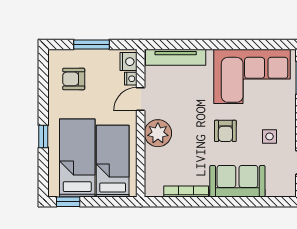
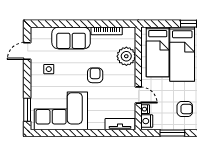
tv unit: (176, 57) -> (120, 124), width x0.71
door: (141, 99) -> (138, 95), hinge flipped
armchair: (225, 131) -> (95, 75), moved
plant: (158, 133) -> (126, 56), moved

